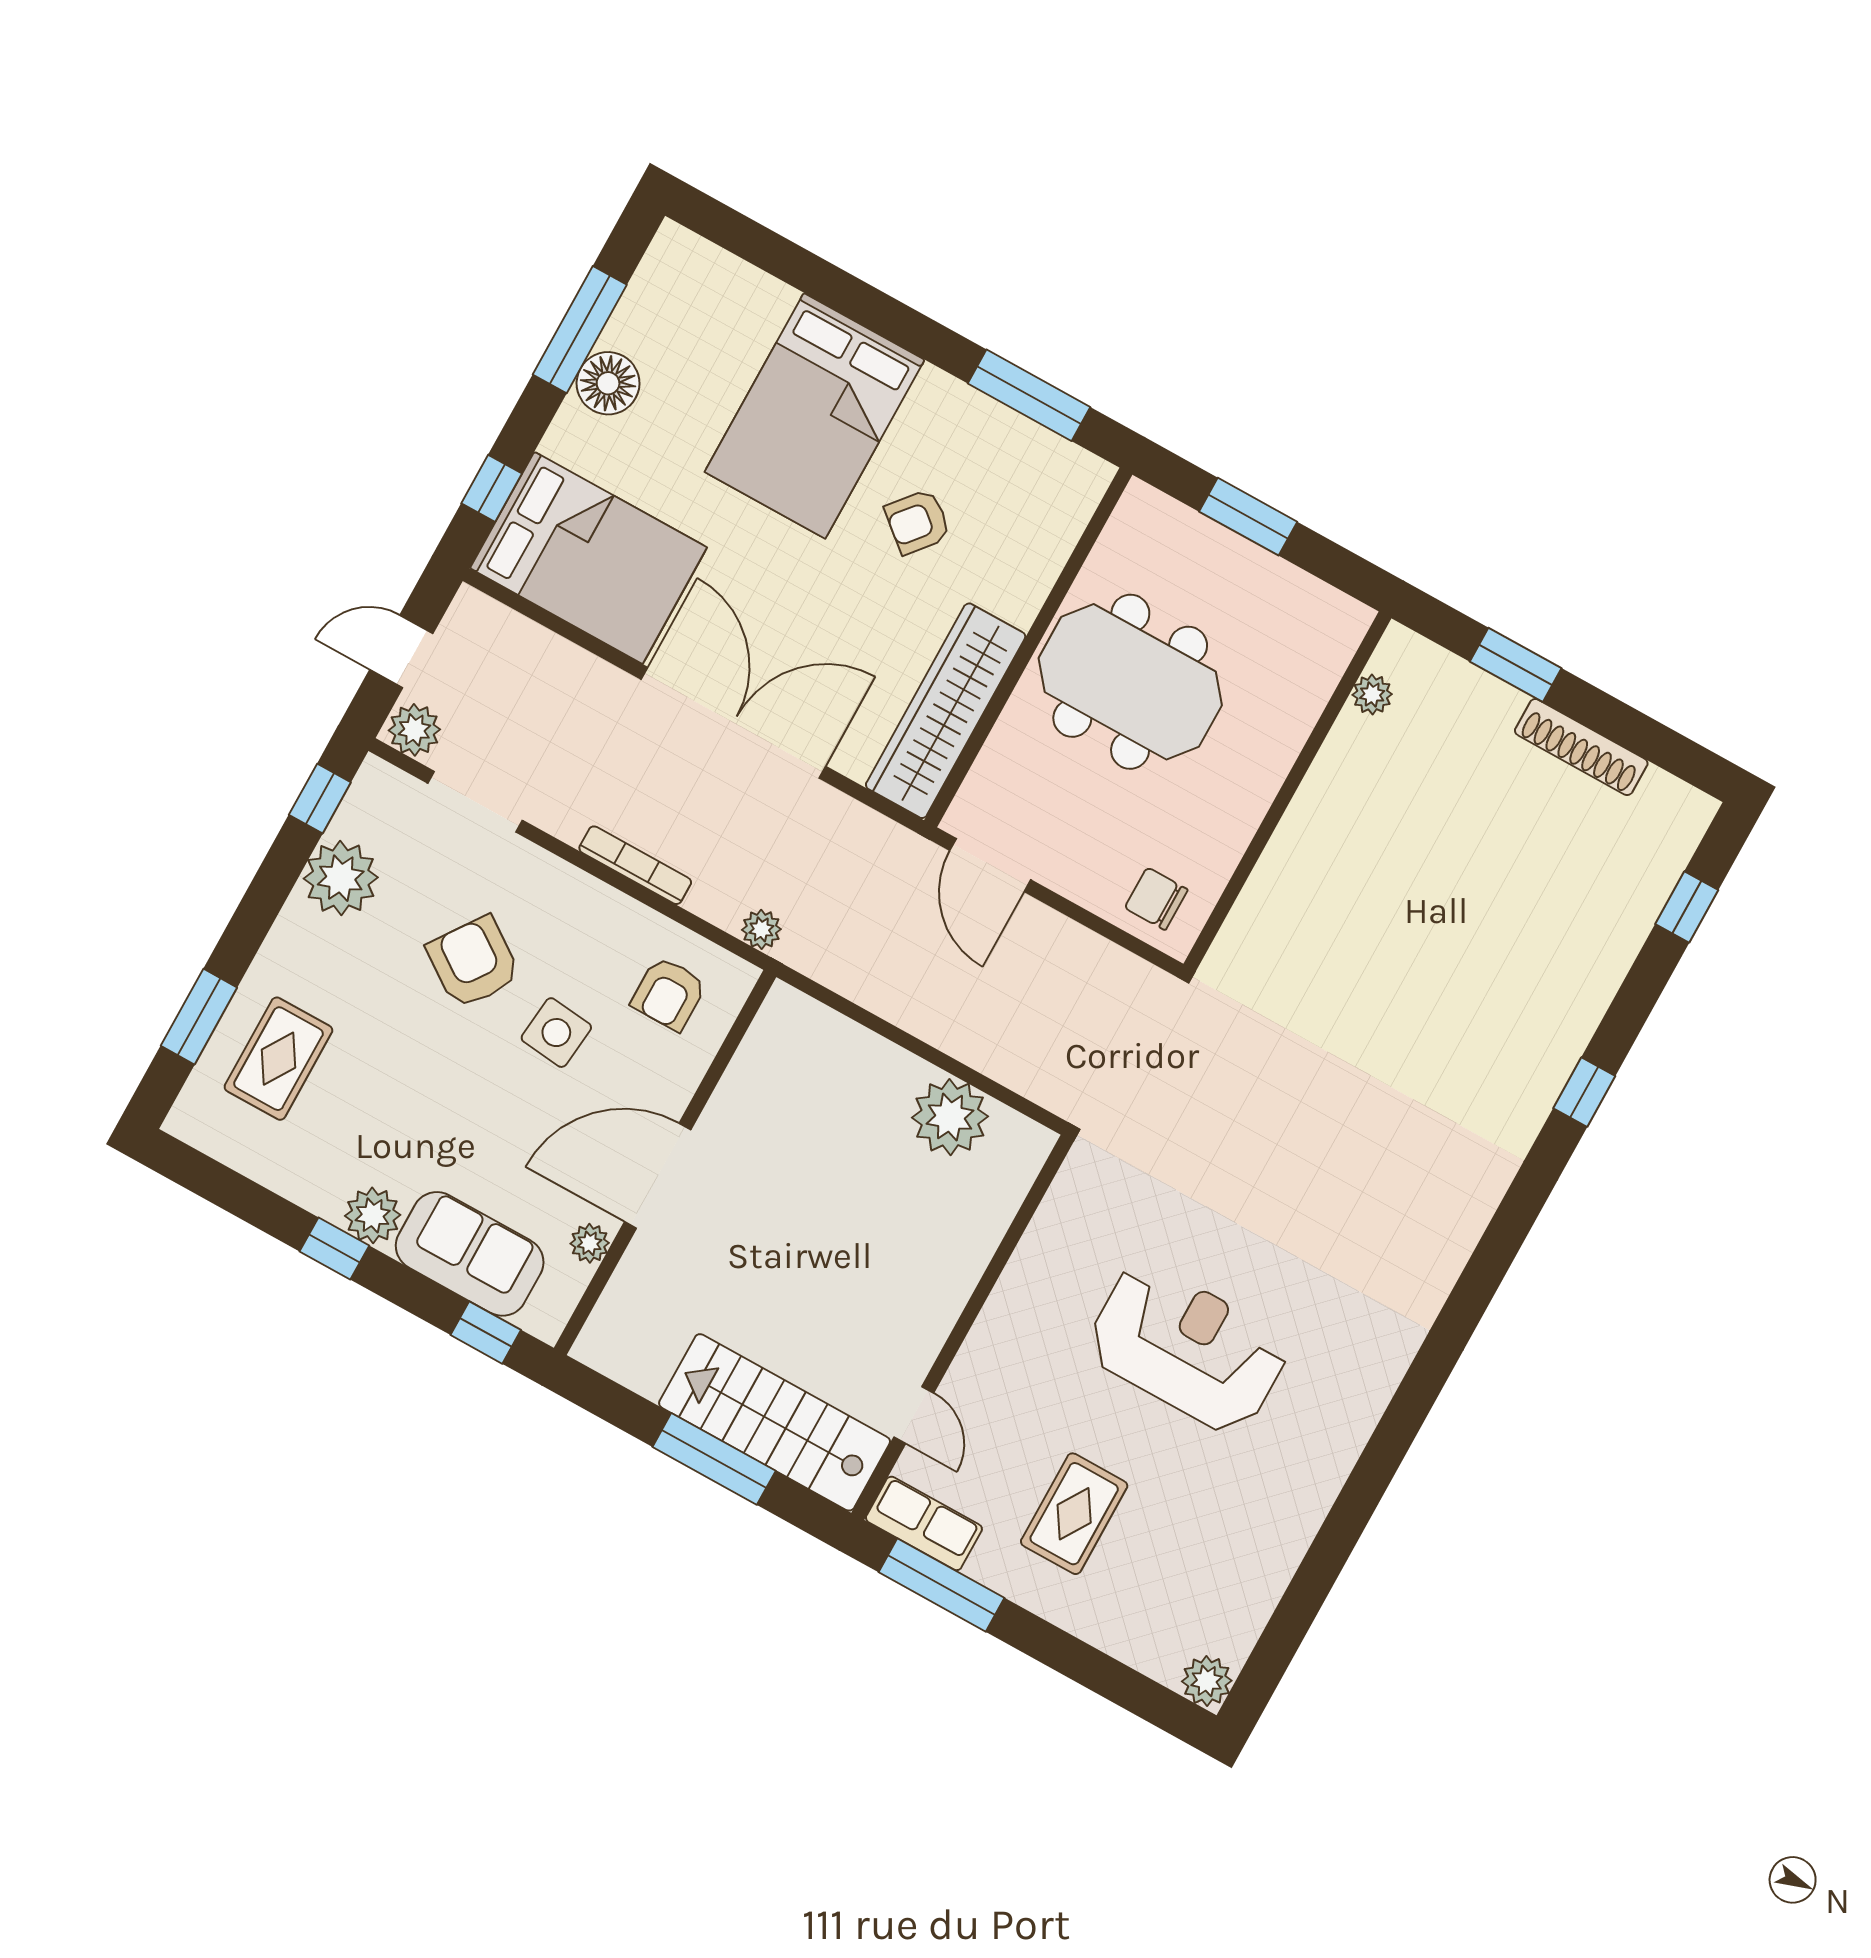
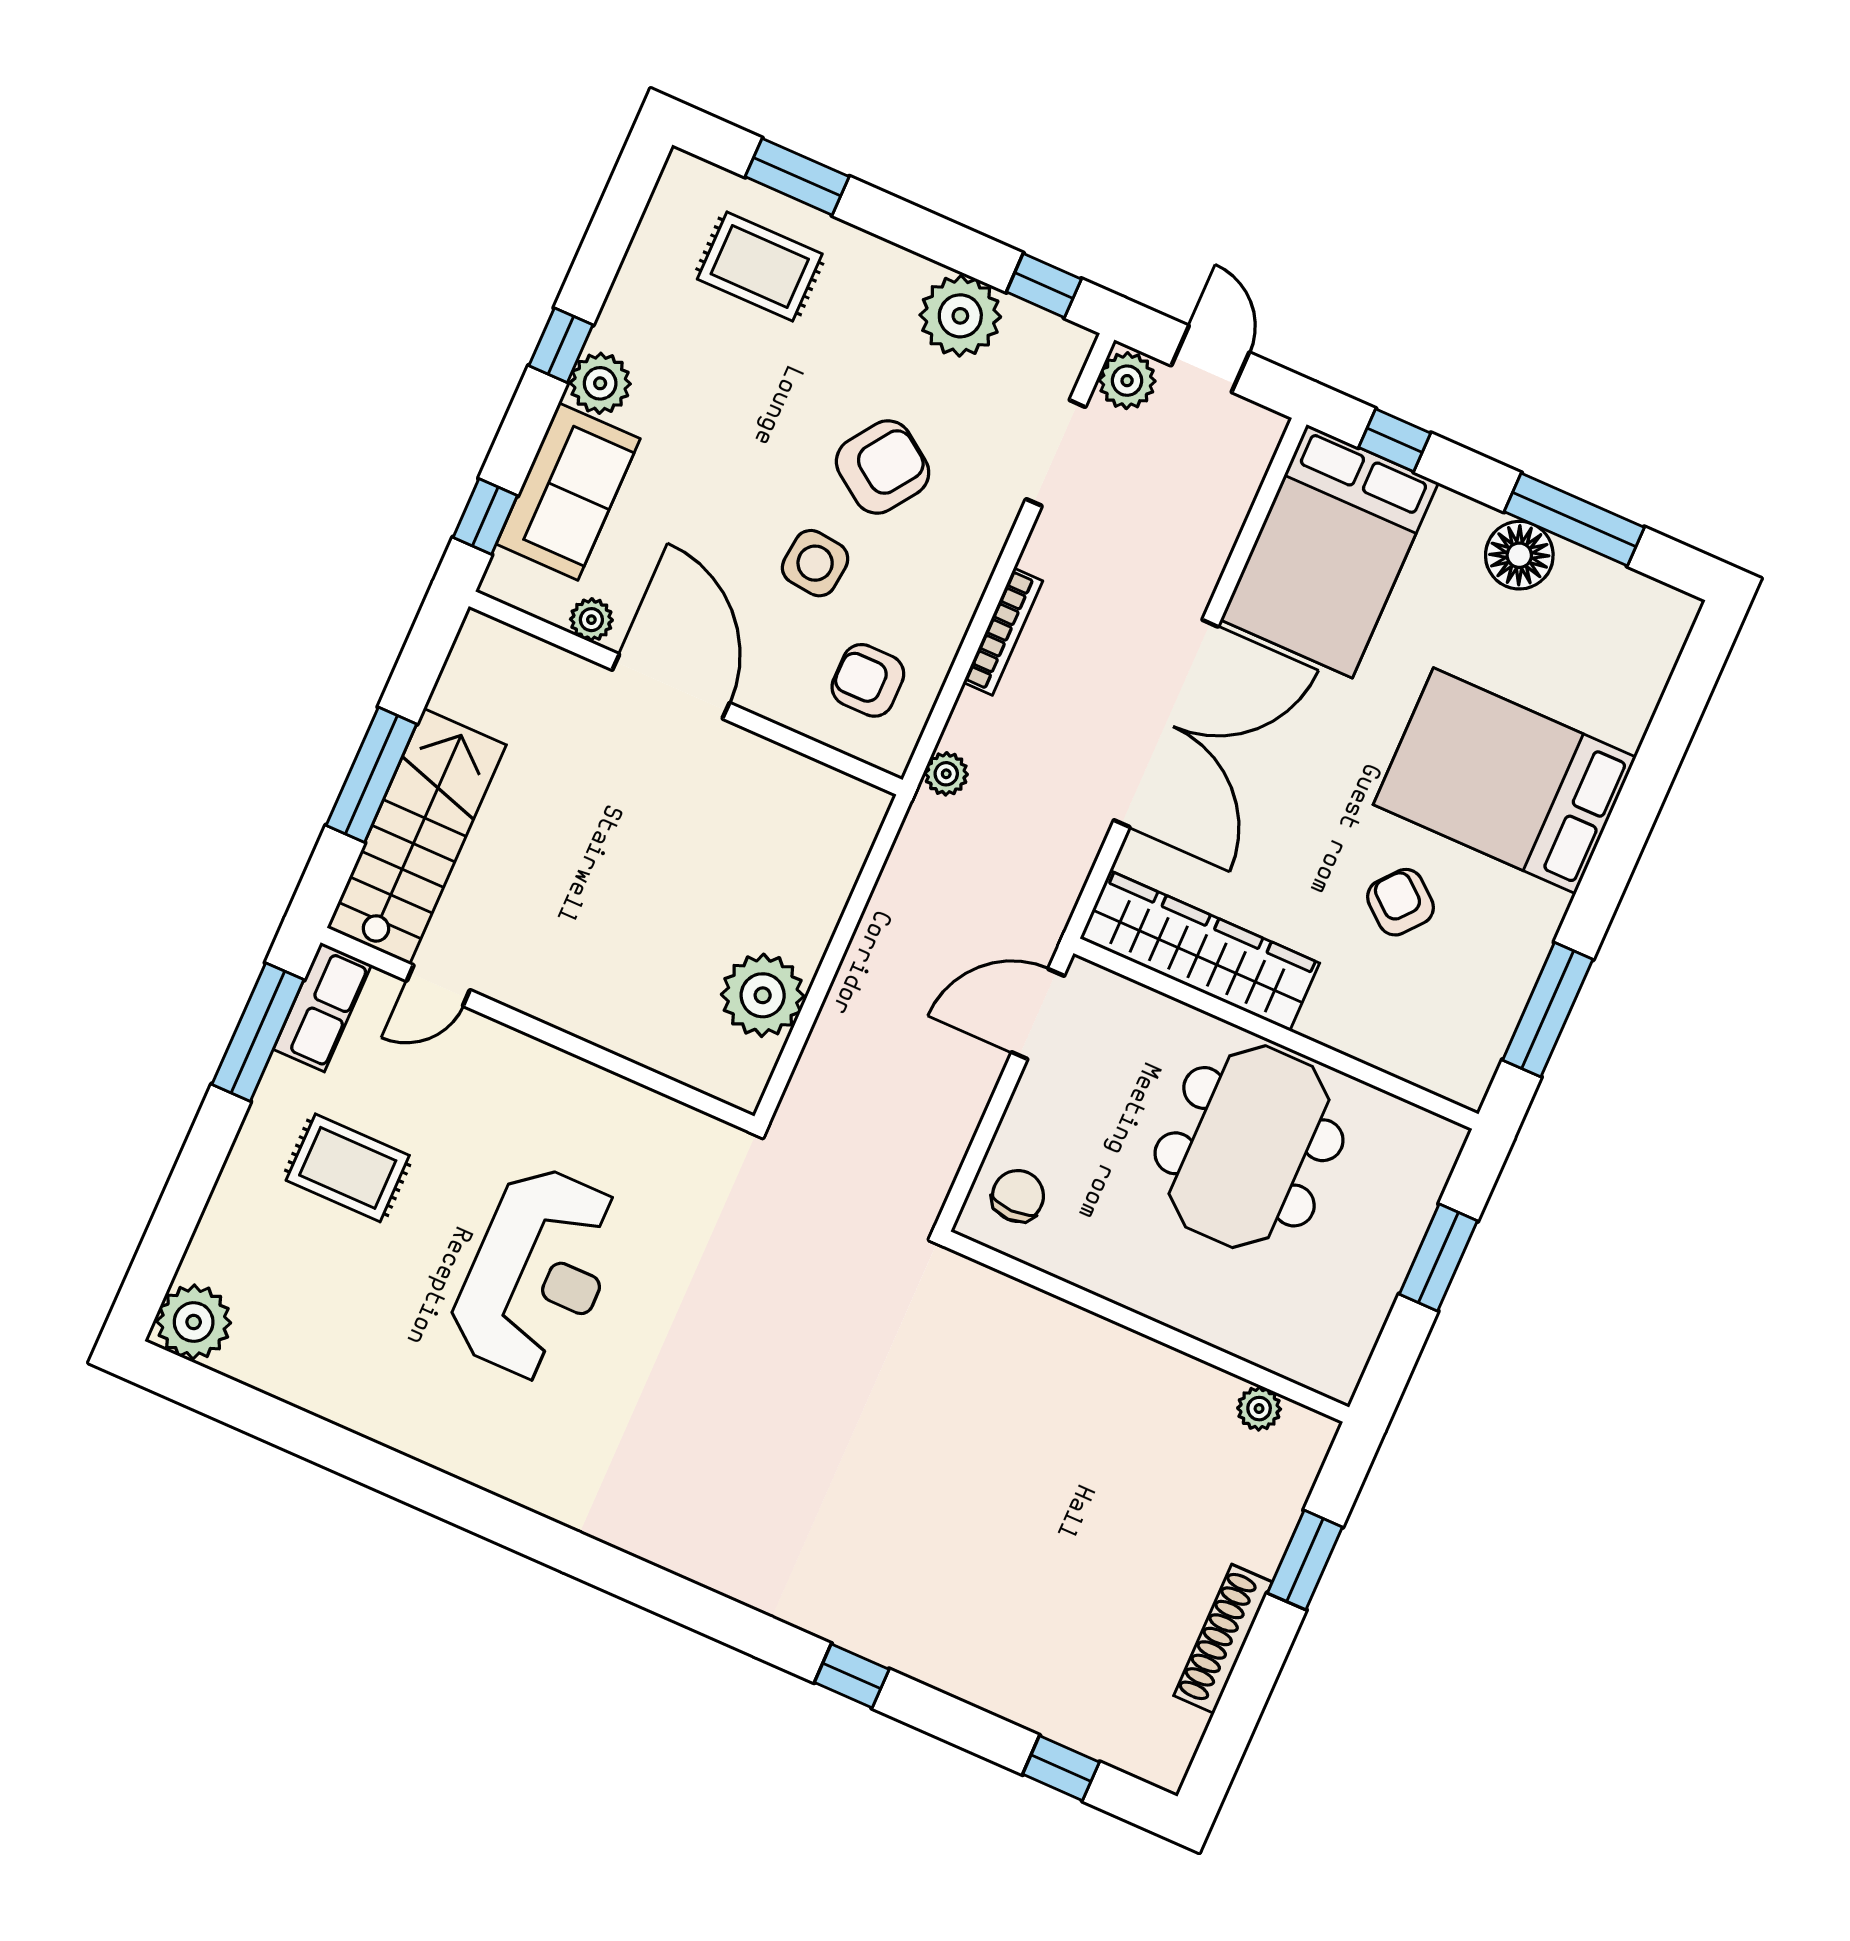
plant: (1207, 1681) -> (194, 1322), width x1.36, depth x1.36

